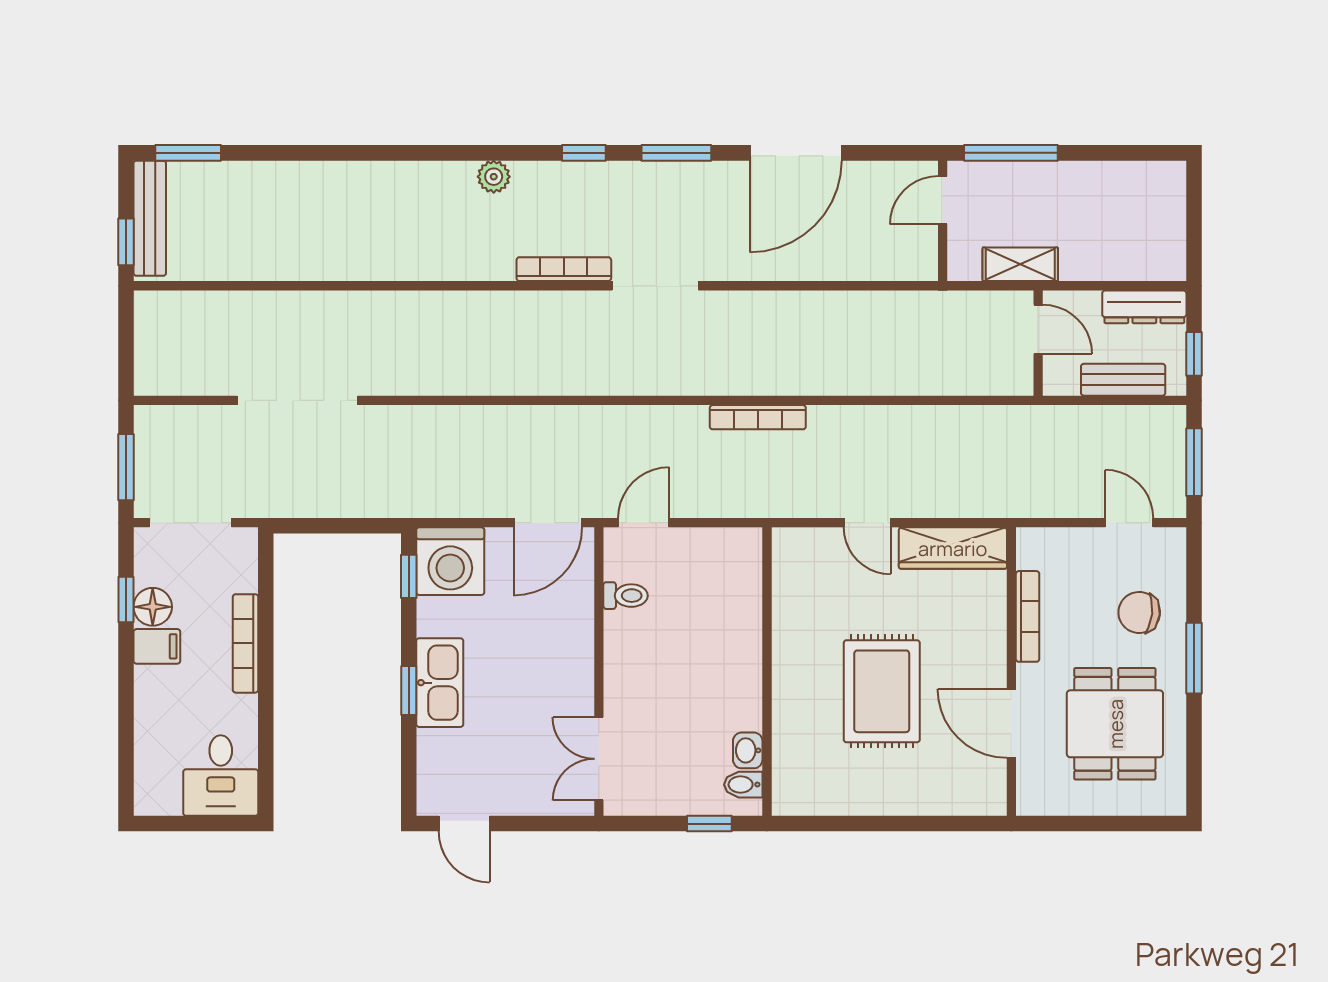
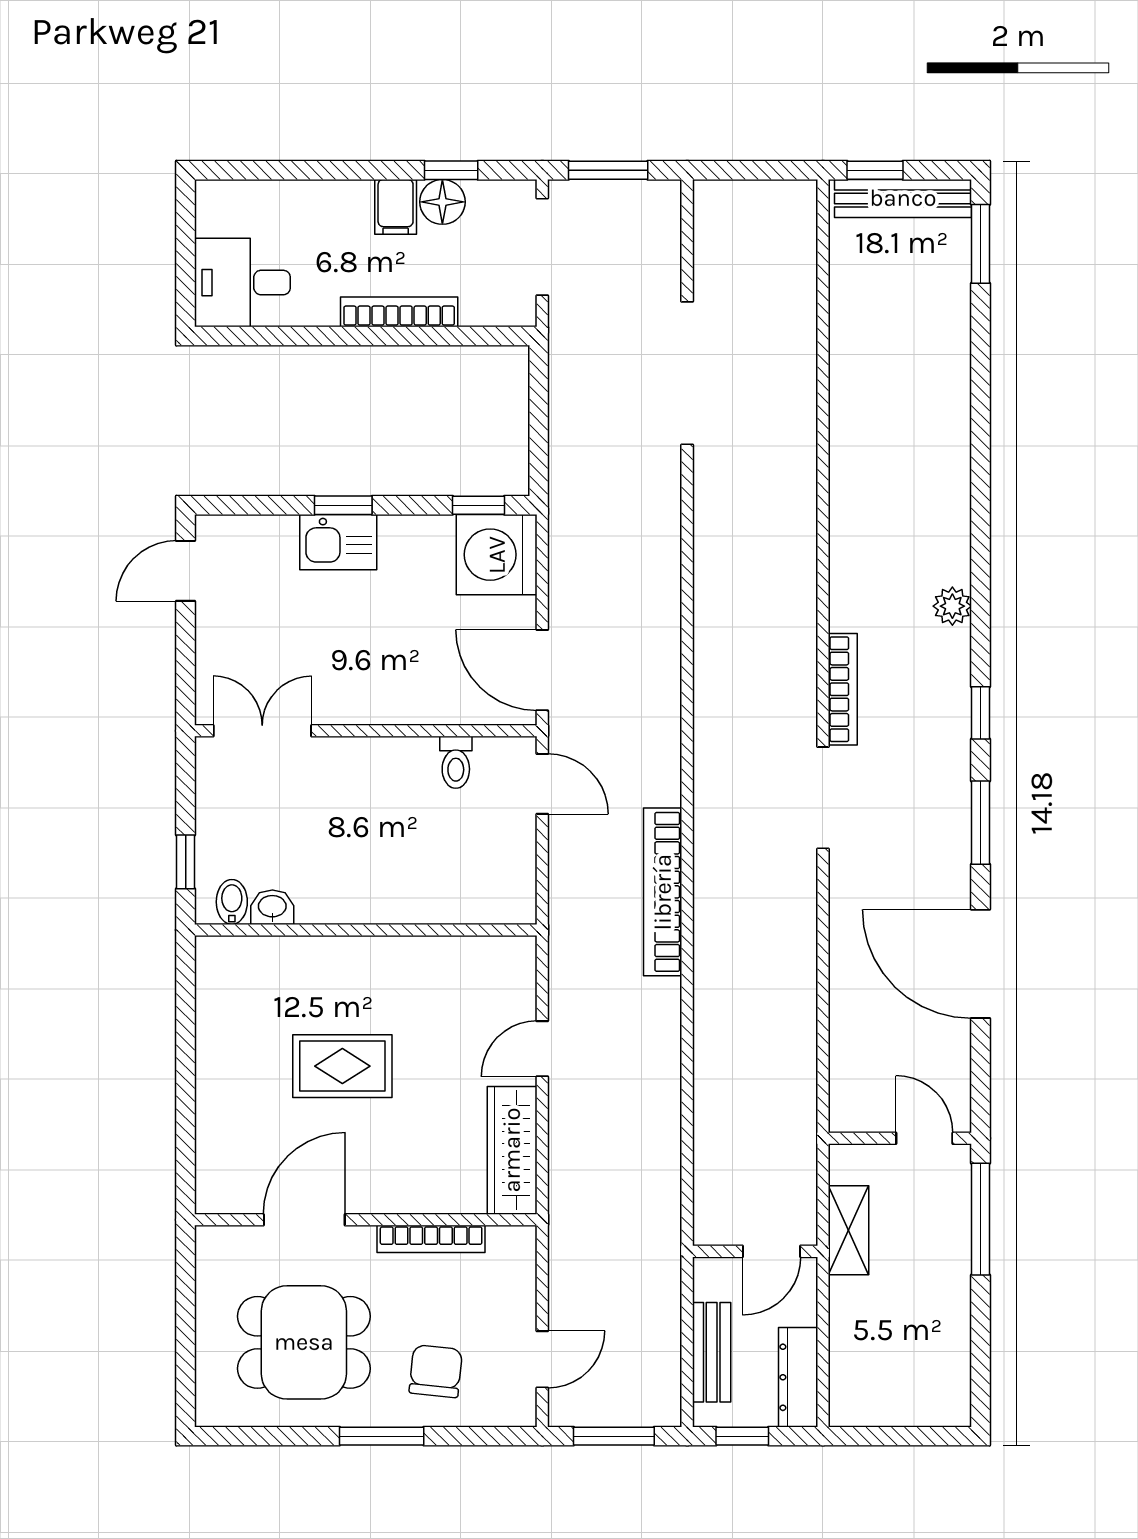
bookcase: (758, 417) -> (663, 892), width x1.48, depth x1.31
kitchen sink: (440, 683) -> (338, 542), width x0.73
rug: (882, 691) -> (342, 1066), width x0.73, depth x0.70

